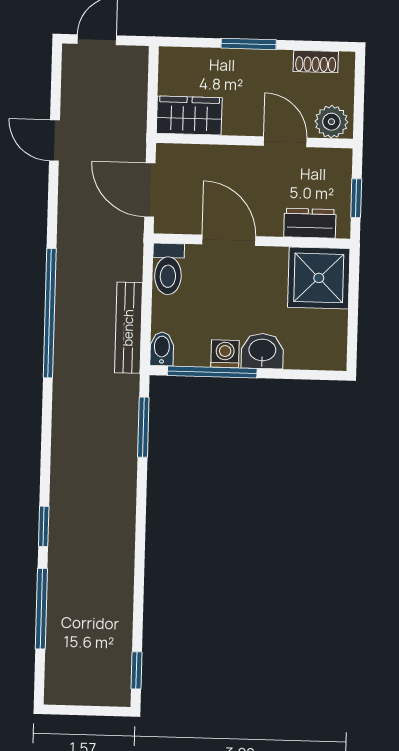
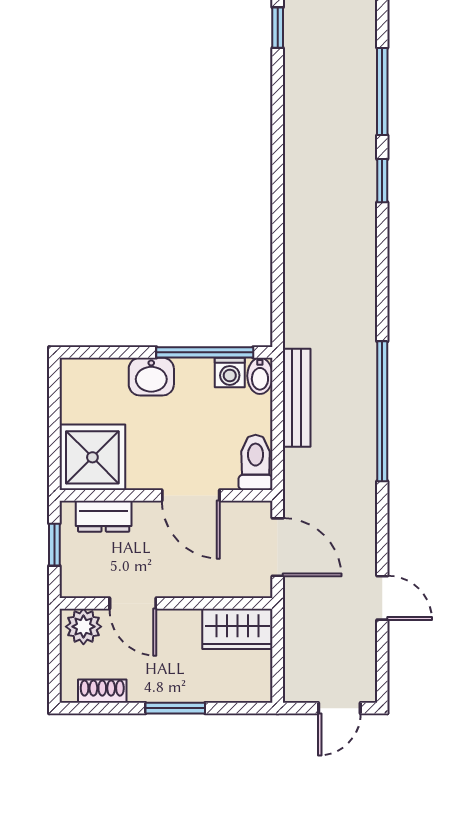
washing machine: (225, 354) -> (230, 372), moved
window: (143, 427) -> (278, 291), removed

